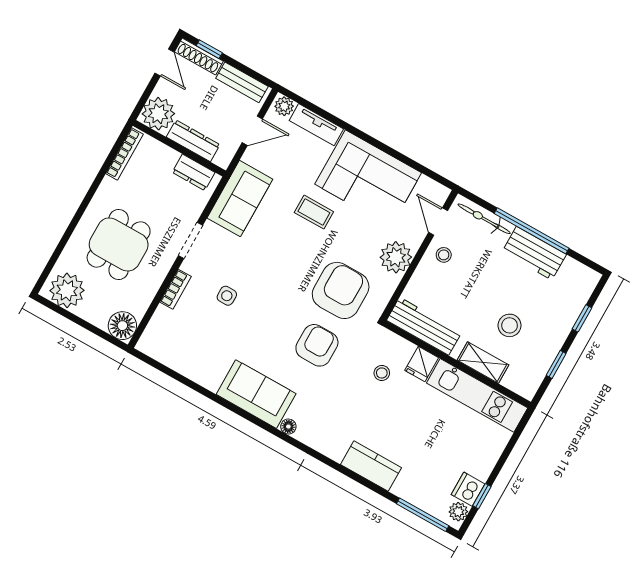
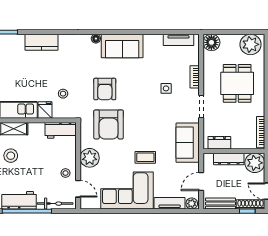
workbench: (424, 326) -> (61, 130), width x0.73
tv unit: (169, 357) -> (178, 40), added

